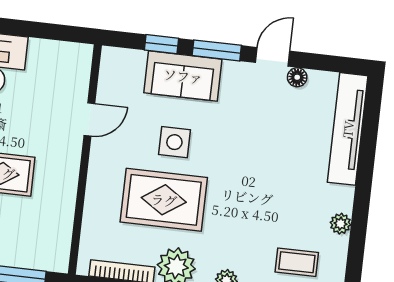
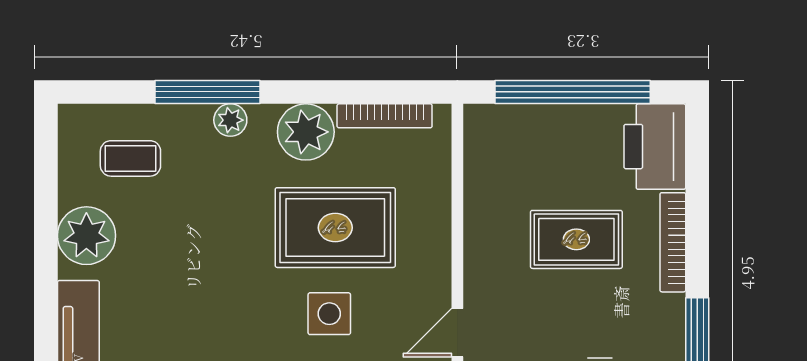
plant: (340, 224) -> (86, 236), width x1.88, depth x1.88

